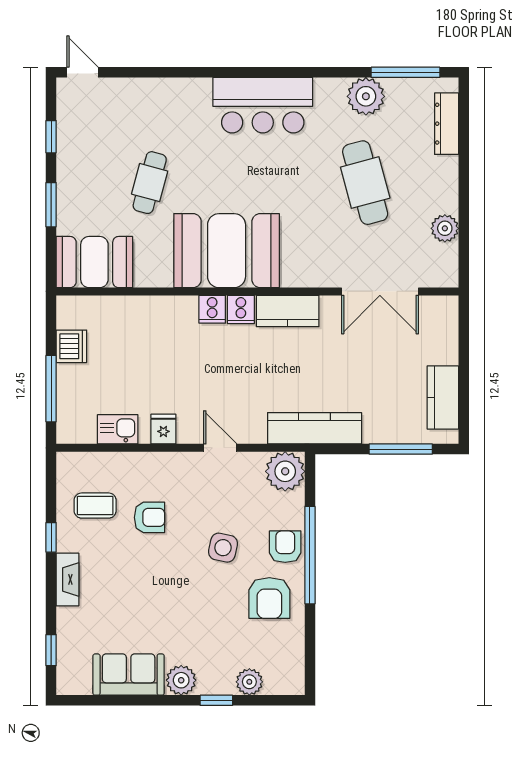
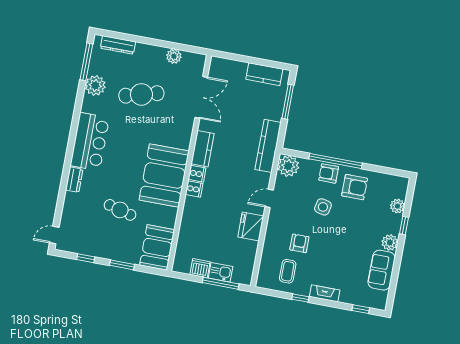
dresser: (189, 90) -> (74, 180), added
kitchen sink: (118, 429) -> (221, 272), moved, turned 90
fridge: (163, 429) -> (251, 227), width x1.88, depth x1.34

